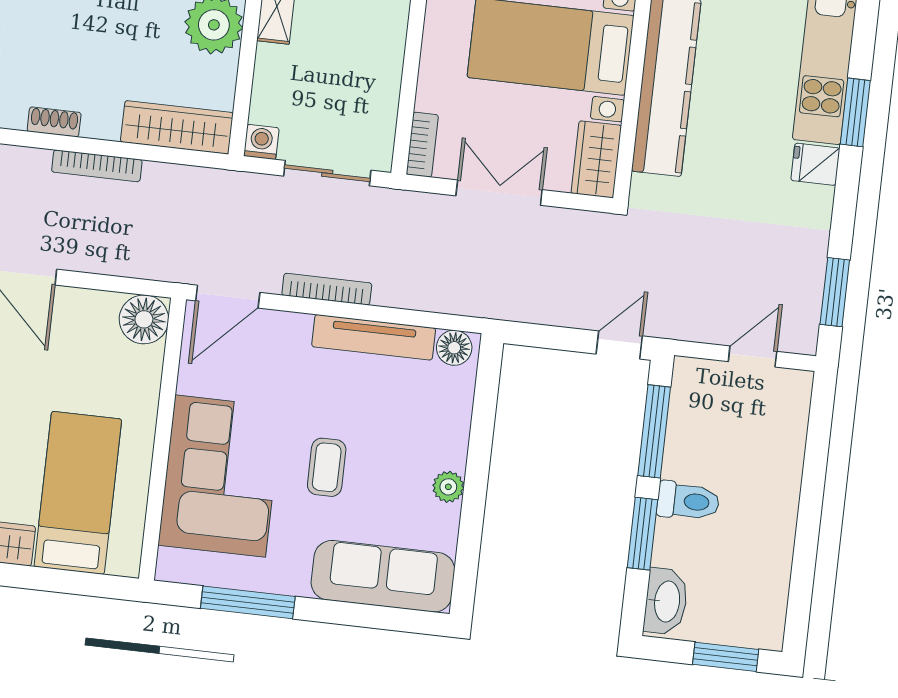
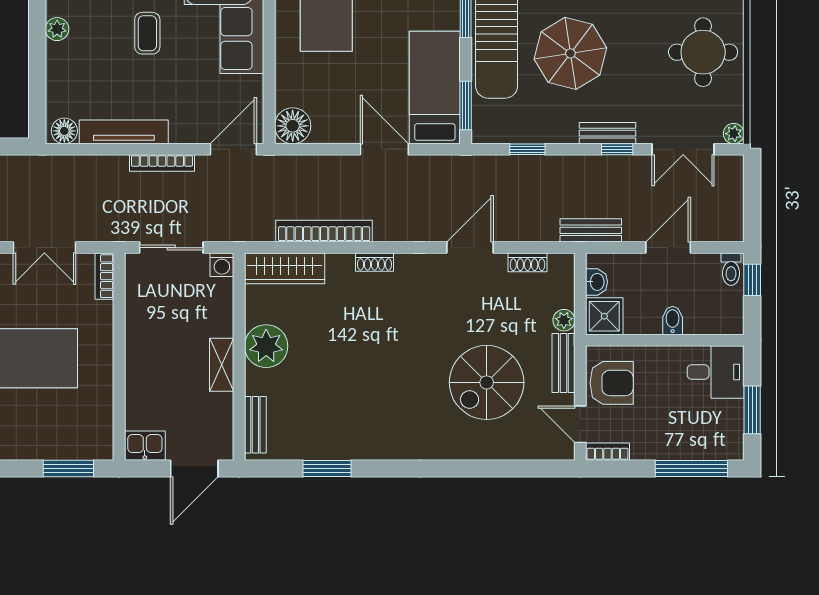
bookcase: (97, 166) -> (324, 231), width x1.48, depth x1.31

